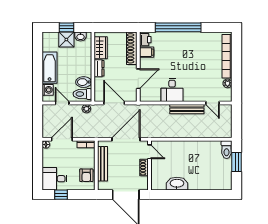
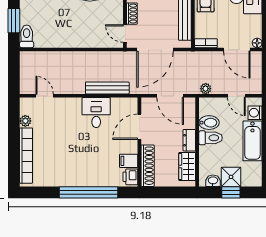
toilet: (82, 94) -> (211, 138), moved
bench: (187, 109) -> (107, 88), moved
door: (62, 139) -> (237, 50), hinge flipped

